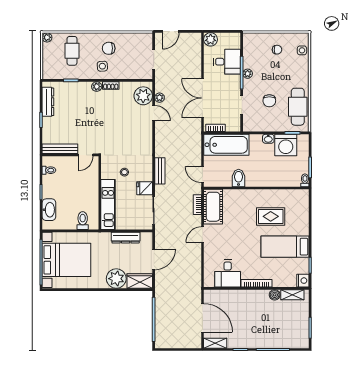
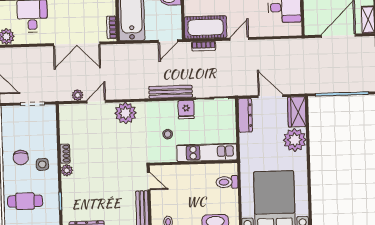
plant: (143, 96) -> (126, 113), moved
bench: (160, 171) -> (171, 92), width x1.36
door: (202, 235) -> (239, 39), swing flipped
dresser: (126, 238) -> (245, 115), moved

